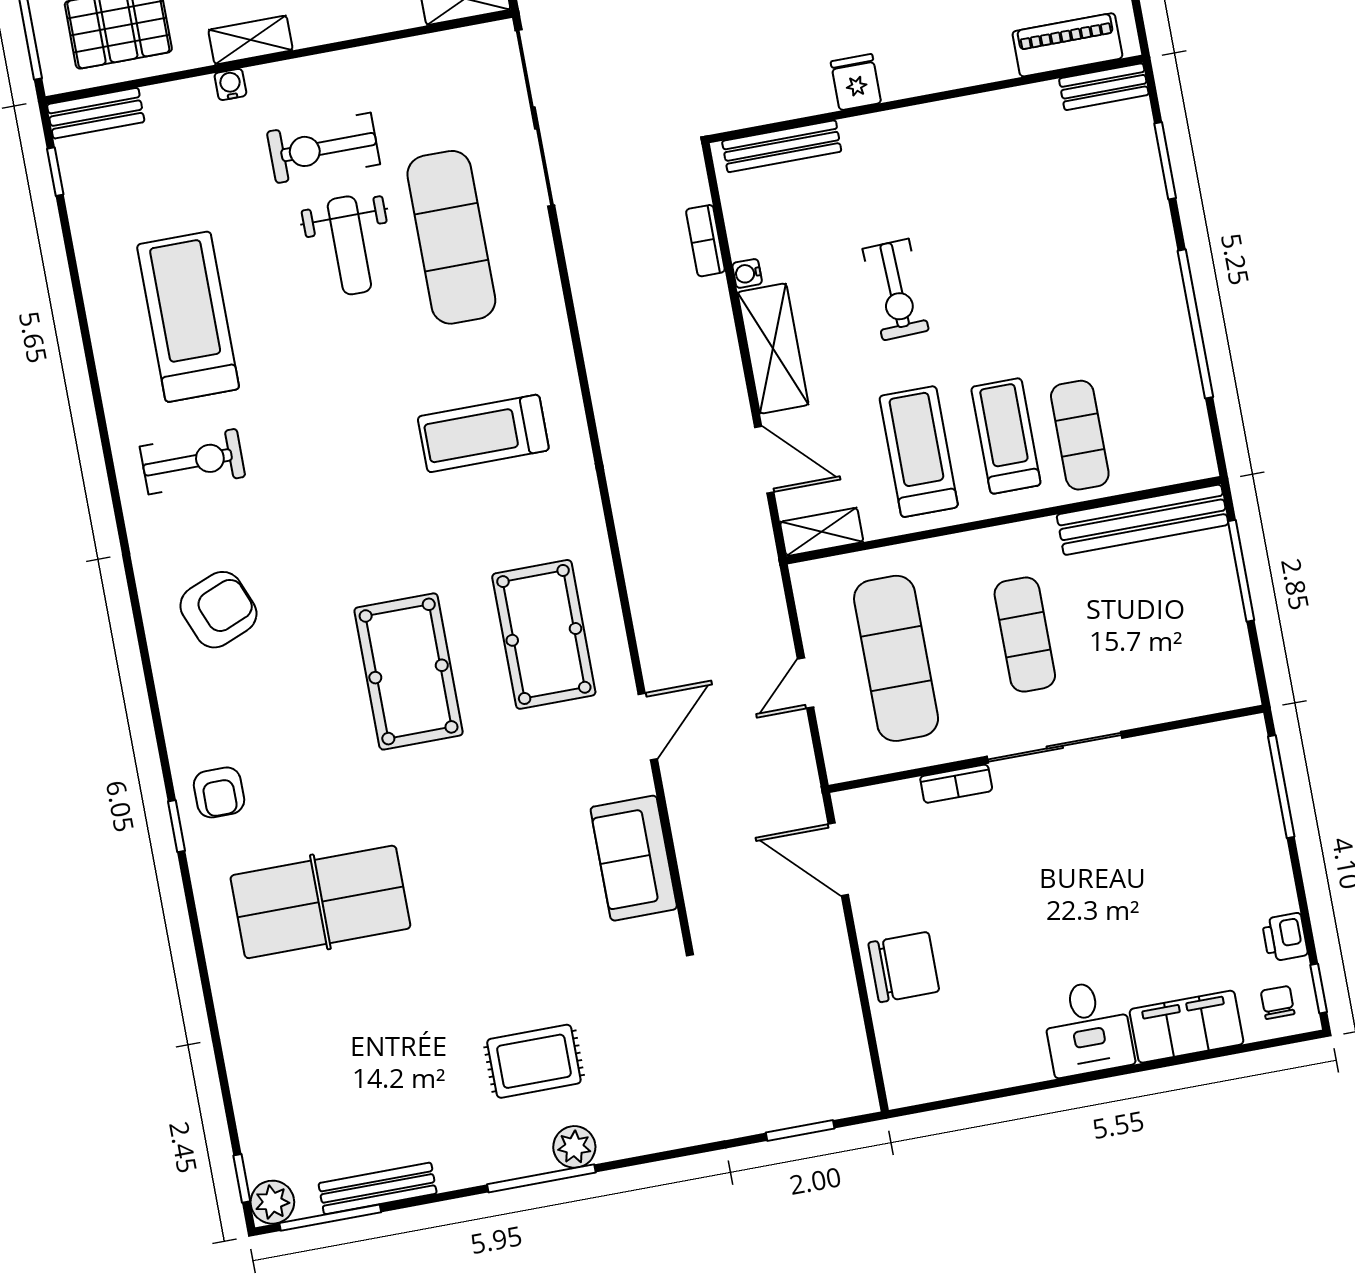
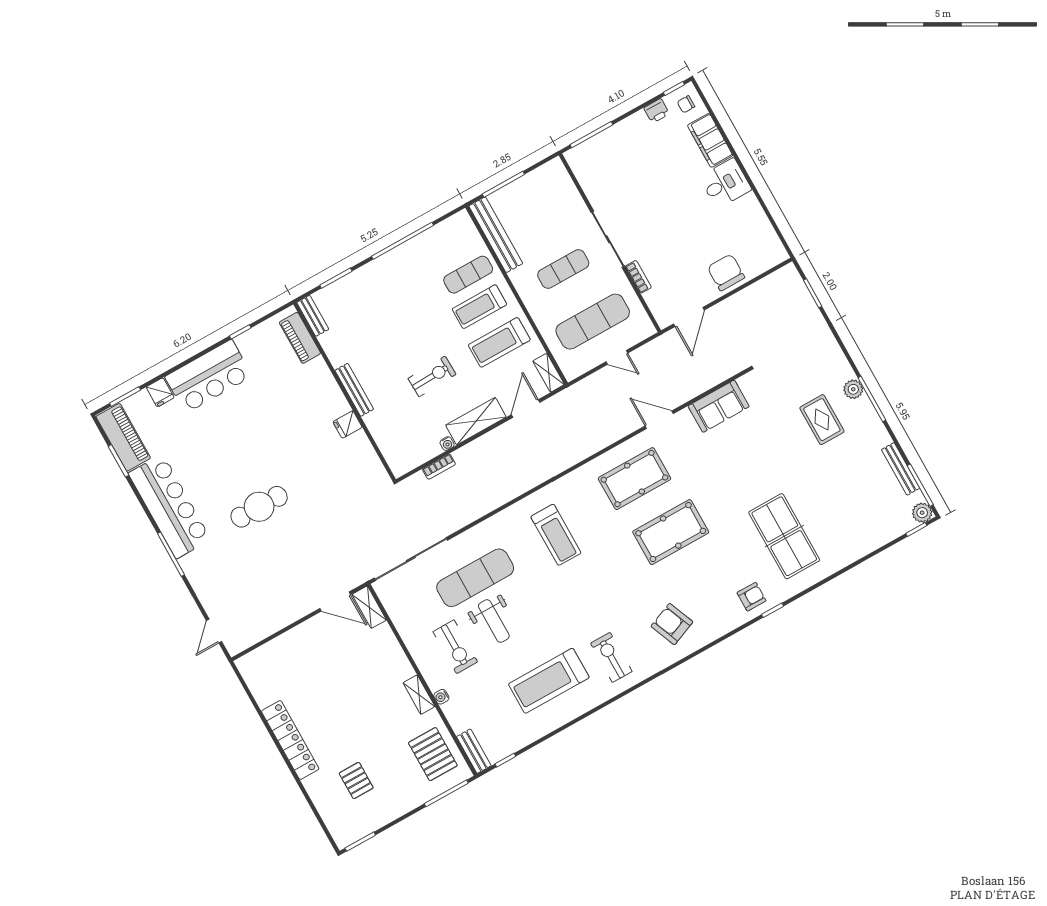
bench: (782, 146) -> (354, 390), moved
weight bench: (349, 245) -> (494, 621), turned 90

